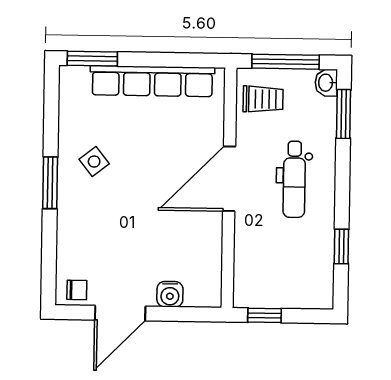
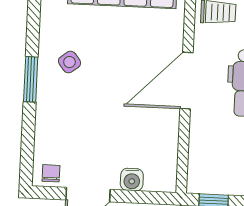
chair: (77, 290) -> (51, 173), turned -90

